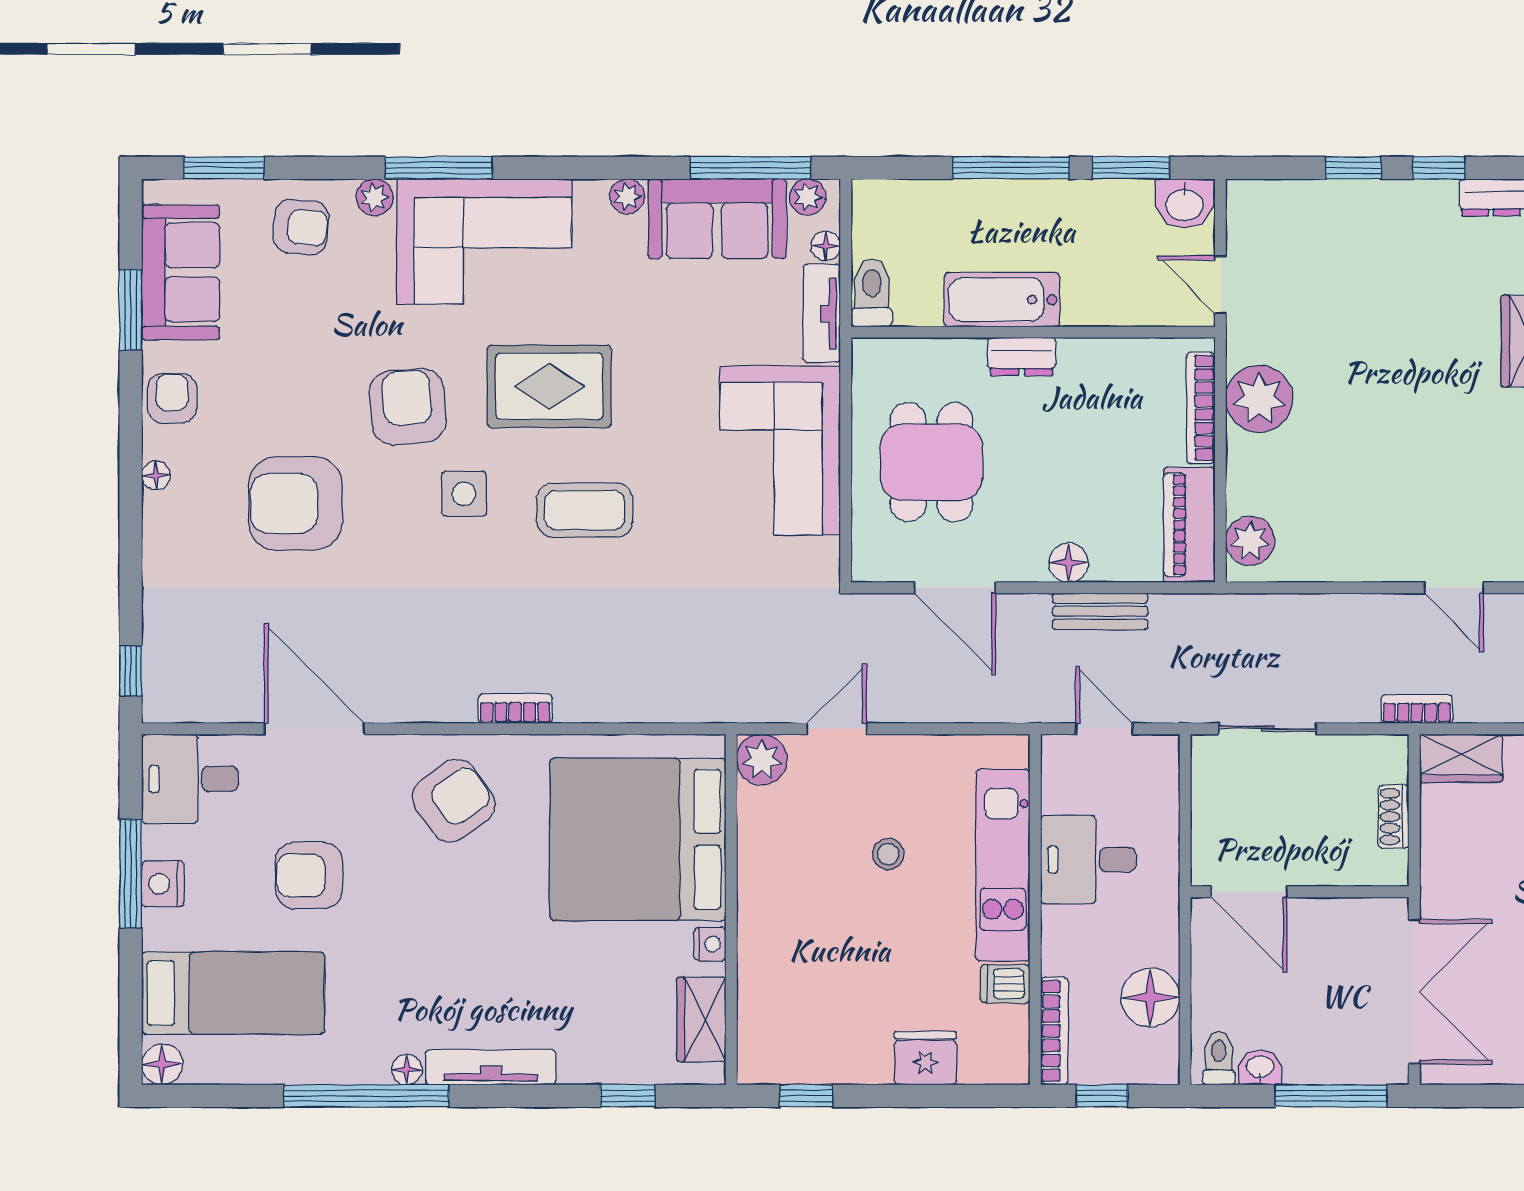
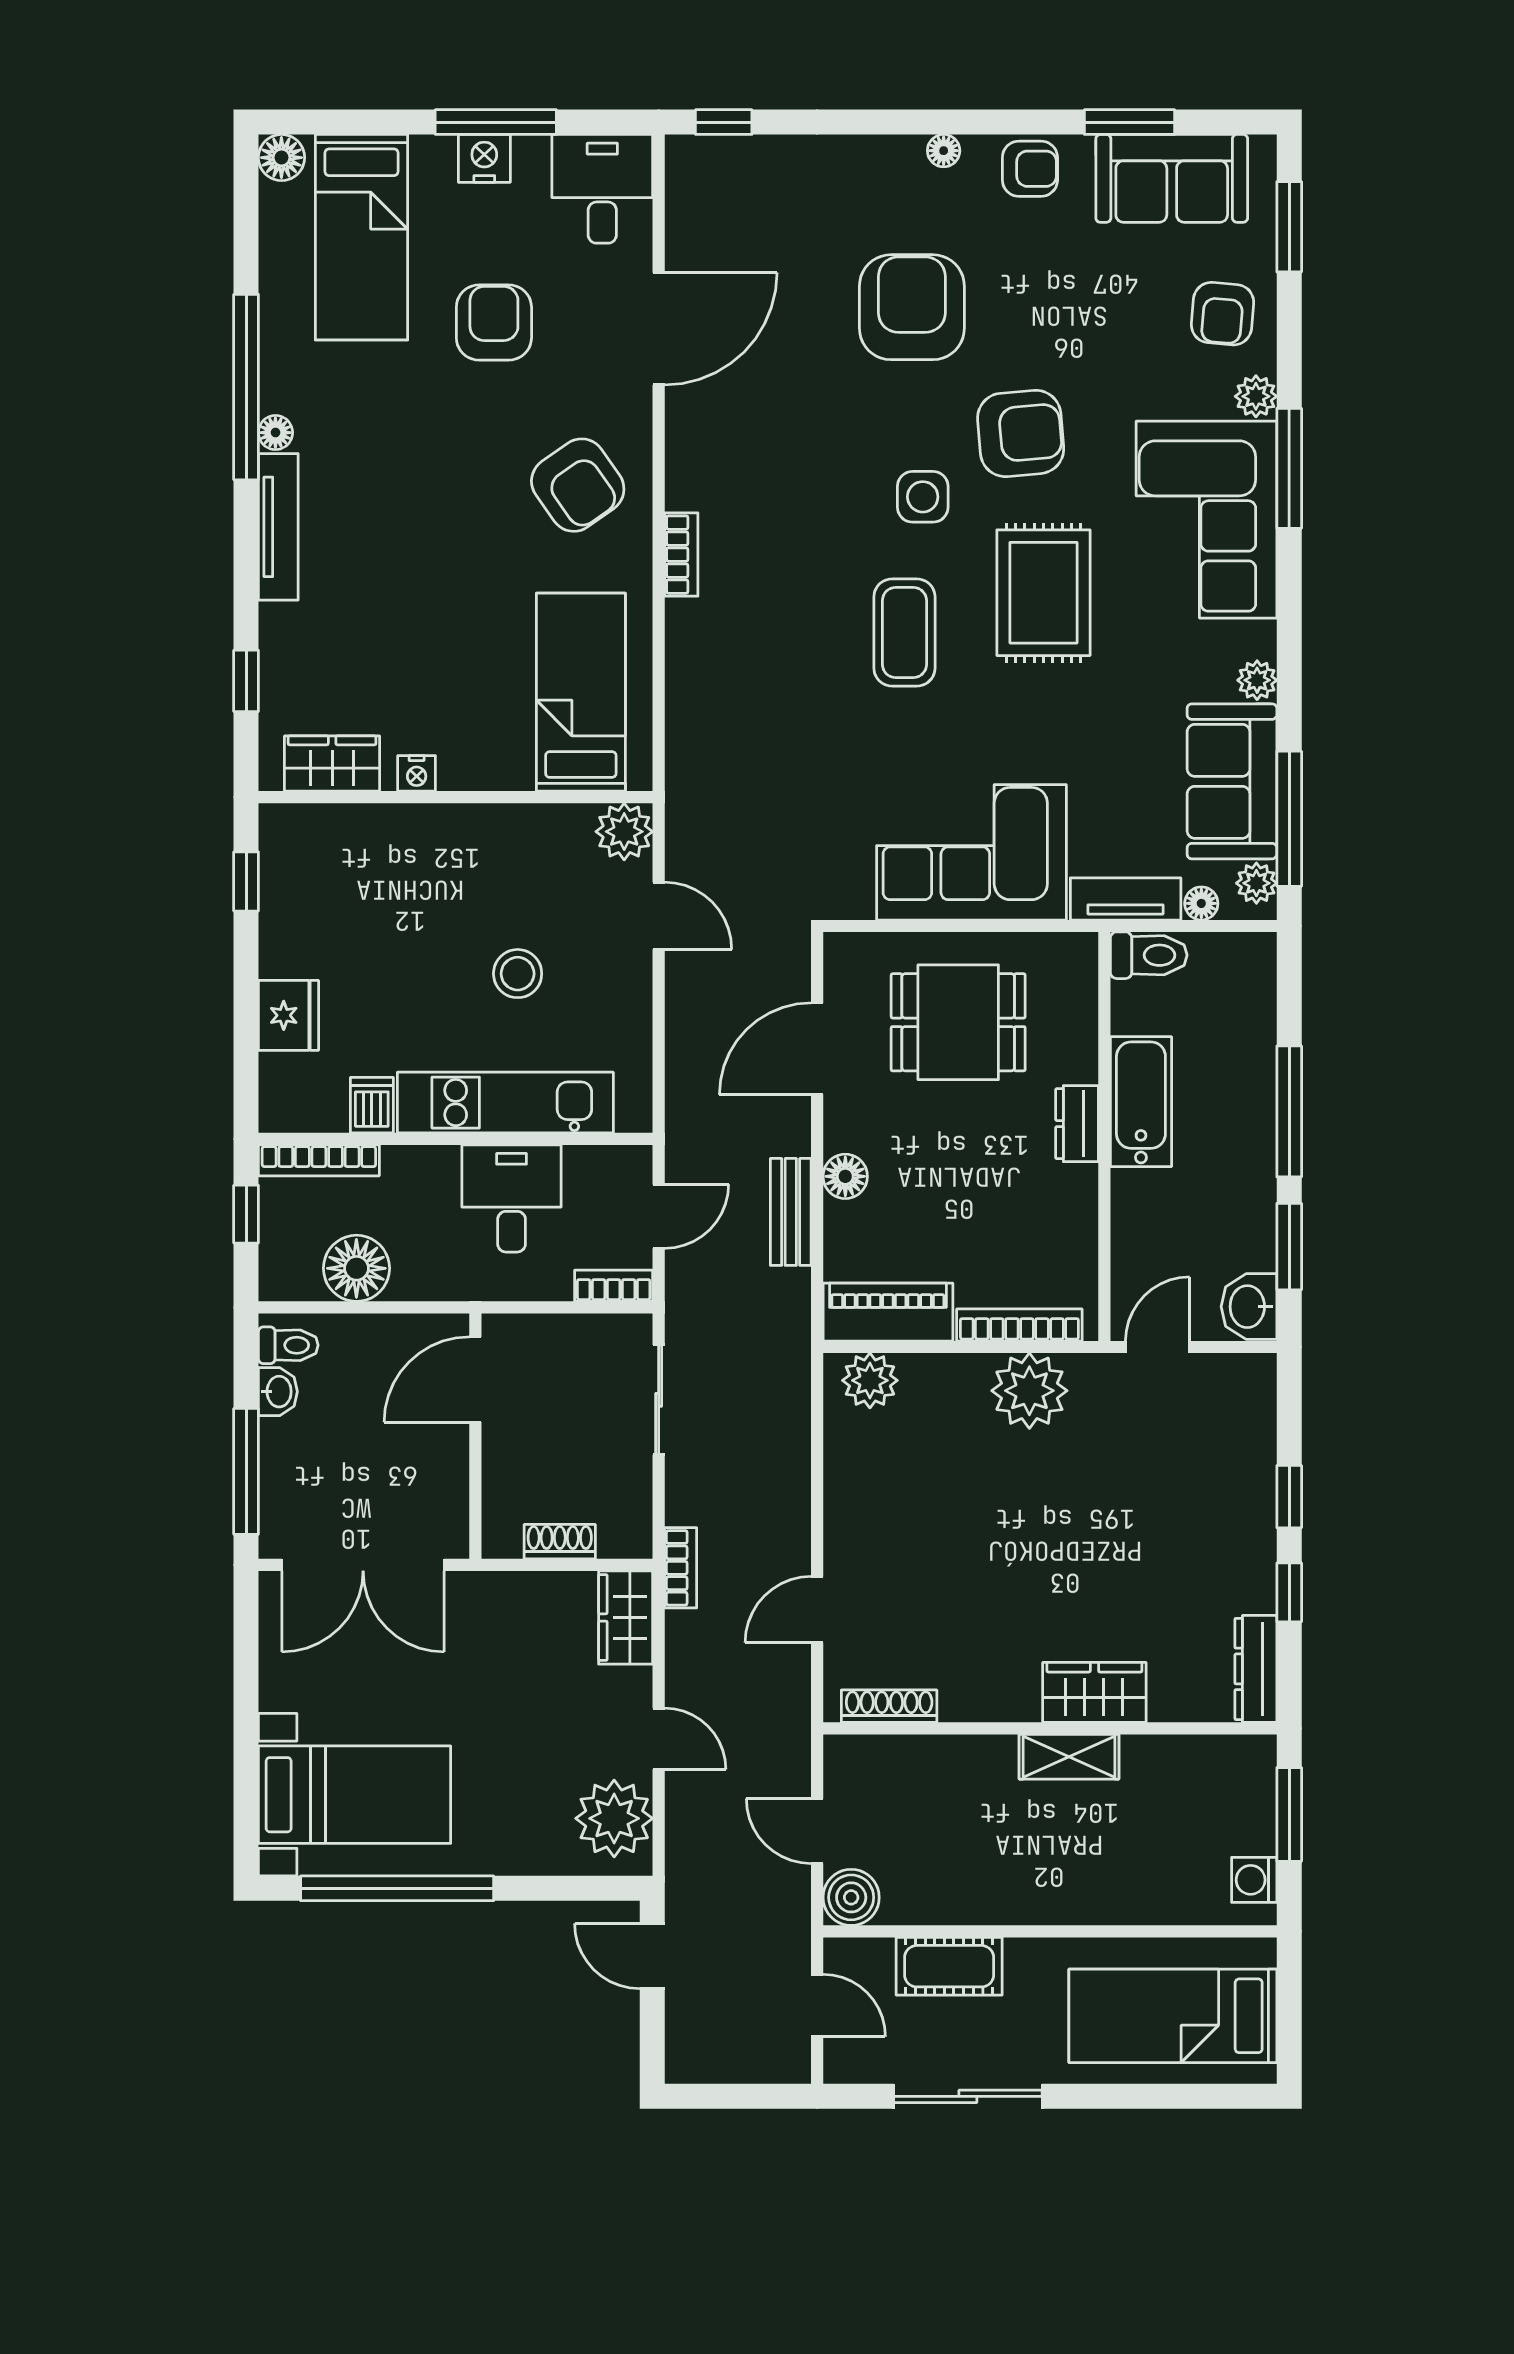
bookcase: (1166, 769) -> (614, 1286), added
bed: (638, 839) -> (581, 692), width x0.49
stool: (888, 854) -> (518, 974), width x1.37, depth x1.37

